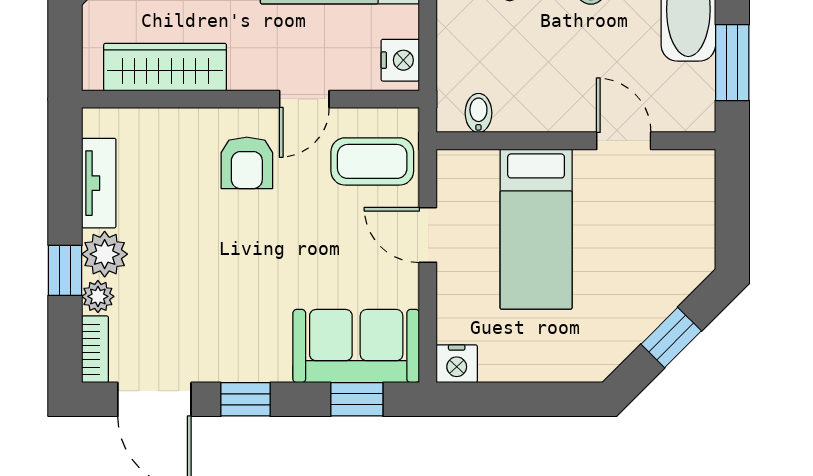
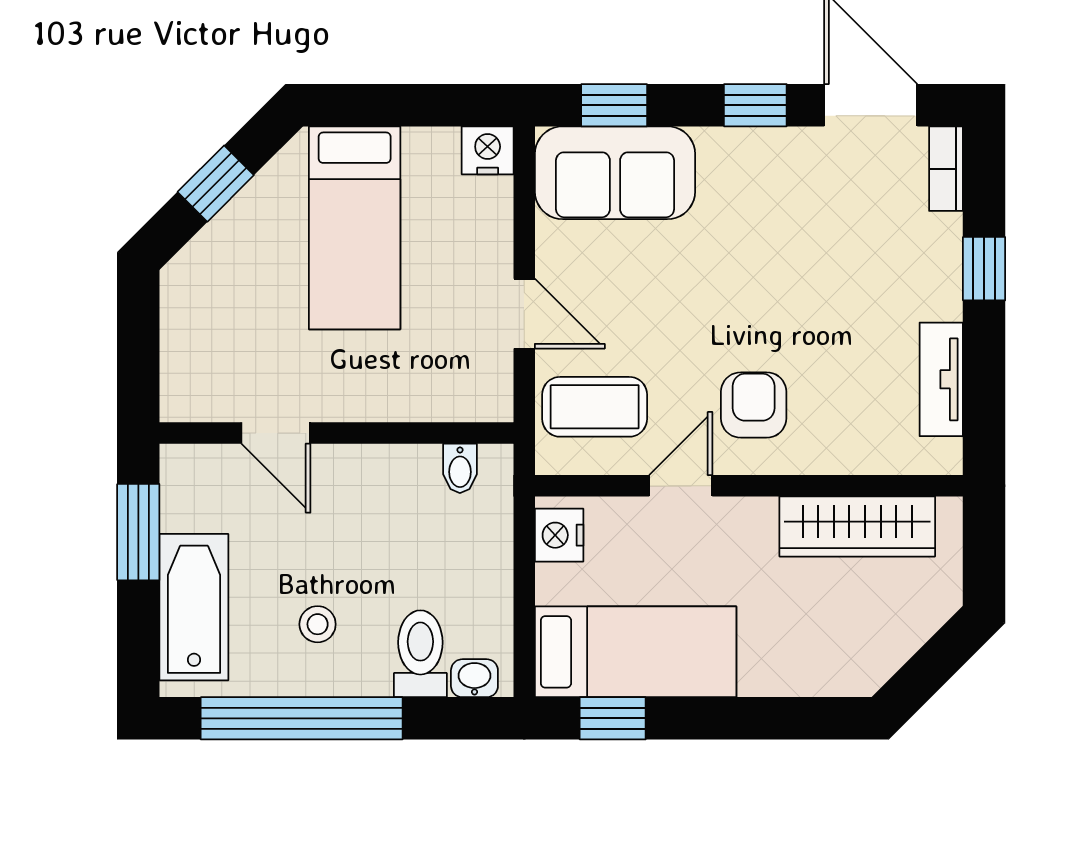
bed: (536, 229) -> (355, 228), moved, turned 180
plant: (105, 254) -> (934, 289), removed
plant: (98, 296) -> (942, 236), removed

